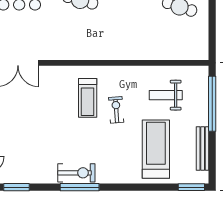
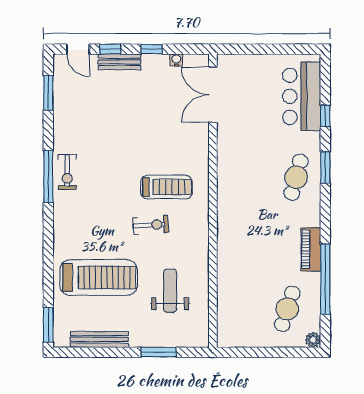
treadmill: (88, 98) -> (166, 187), turned 180
window: (212, 104) -> (159, 352), width x0.47
exercise bike: (76, 173) -> (67, 172), width x0.73, depth x0.72

